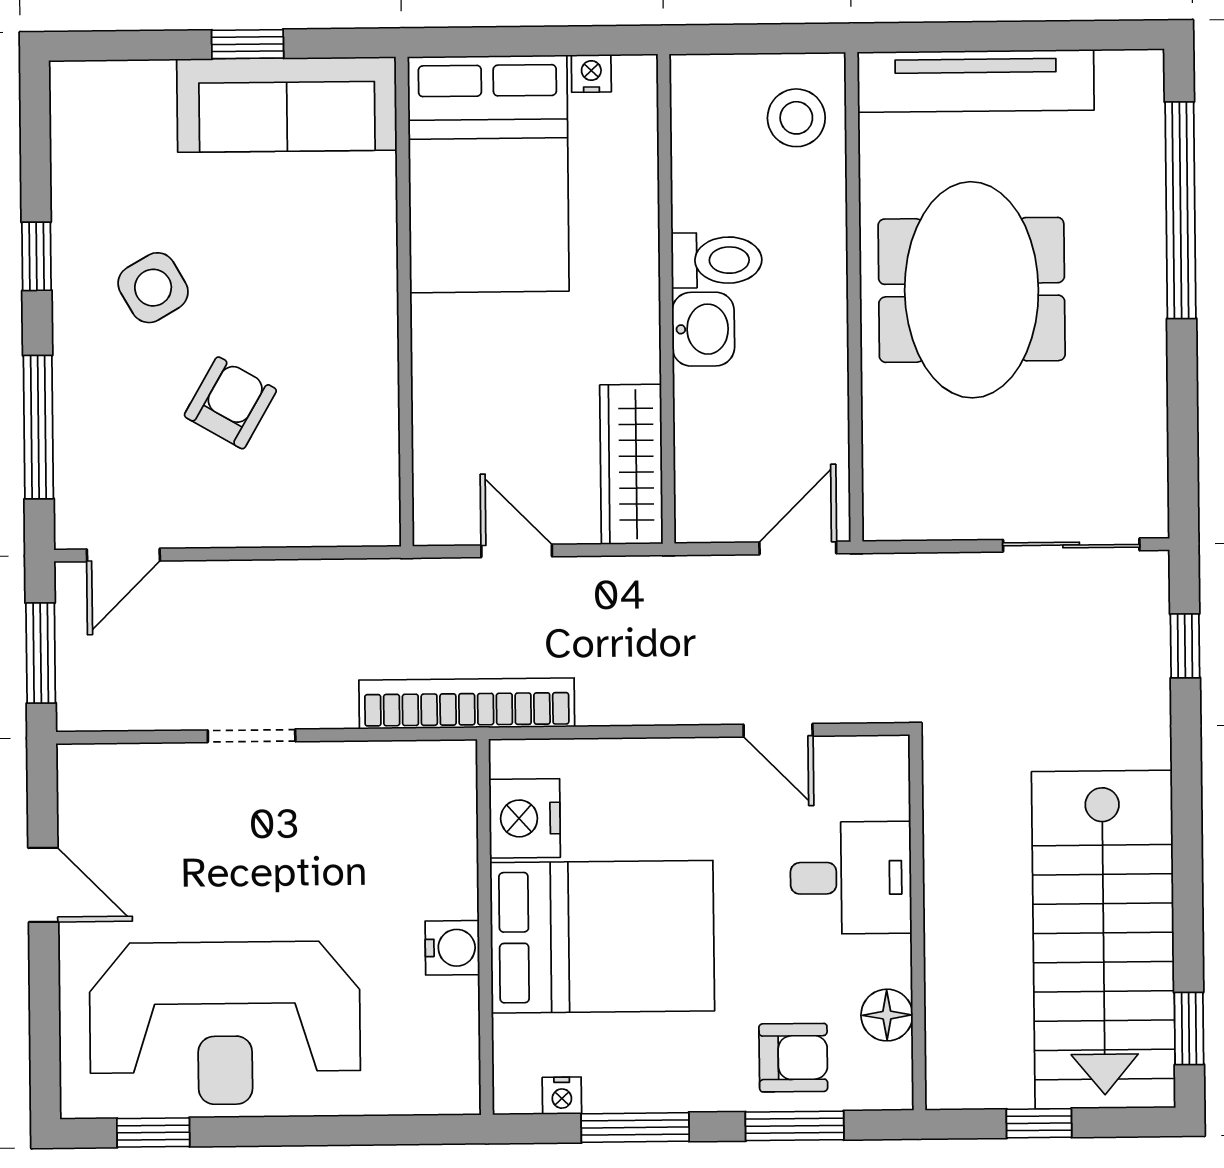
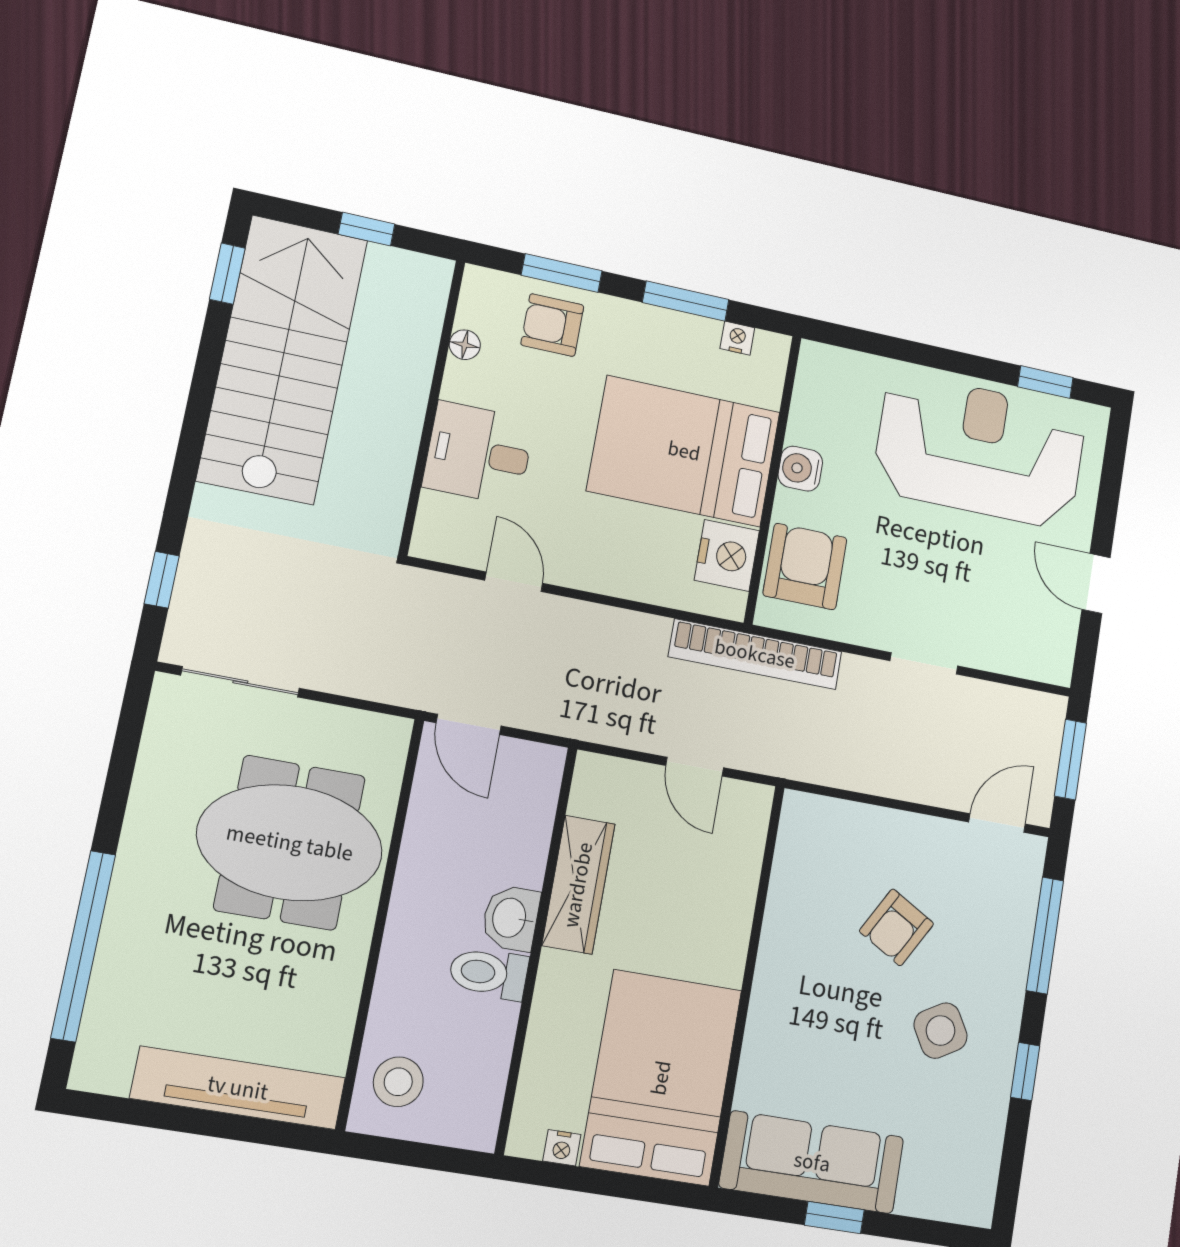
meeting table: (972, 290) -> (290, 843), moved, turned 90
wardrobe: (631, 464) -> (578, 885), moved
door: (798, 548) -> (469, 724), hinge flipped
armchair: (424, 826) -> (805, 567), added
floor lamp: (887, 1015) -> (465, 345), width x0.73, depth x0.73

